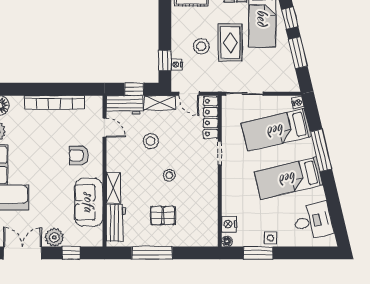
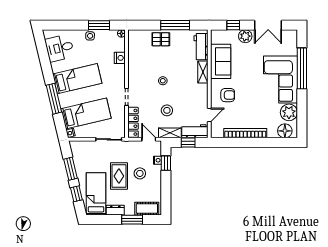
door: (105, 128) -> (209, 115), swing flipped
stool: (151, 141) -> (167, 110), moved
pallet: (163, 215) -> (161, 39), moved
nightstand: (229, 224) -> (120, 58), moved

